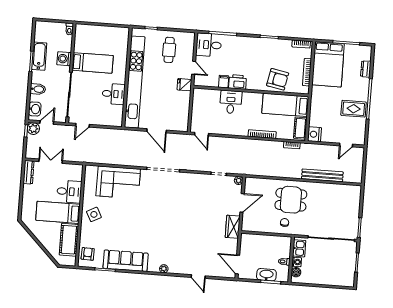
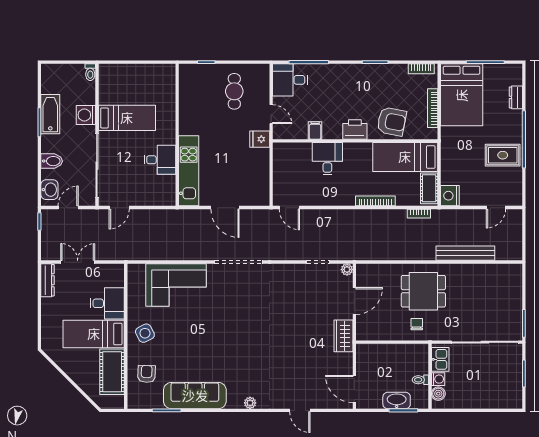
kitchen unit: (135, 82) -> (189, 171), width x0.54
printer: (238, 82) -> (355, 129), moved
plant: (33, 129) -> (50, 218), removed
armchair: (88, 254) -> (147, 374), moved

